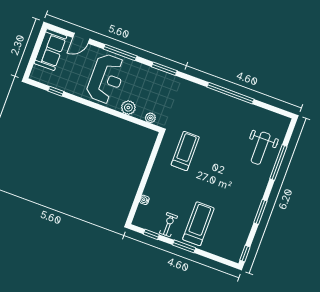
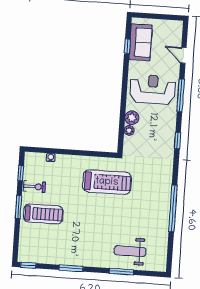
sofa: (50, 50) -> (141, 42), moved, turned -90
window: (164, 69) -> (178, 140), width x0.67
reception desk: (106, 79) -> (153, 89), turned 180
plant: (150, 118) -> (129, 130), moved
treadmill: (185, 151) -> (107, 182), width x1.37, depth x1.38
window: (278, 163) -> (122, 272), width x0.69

